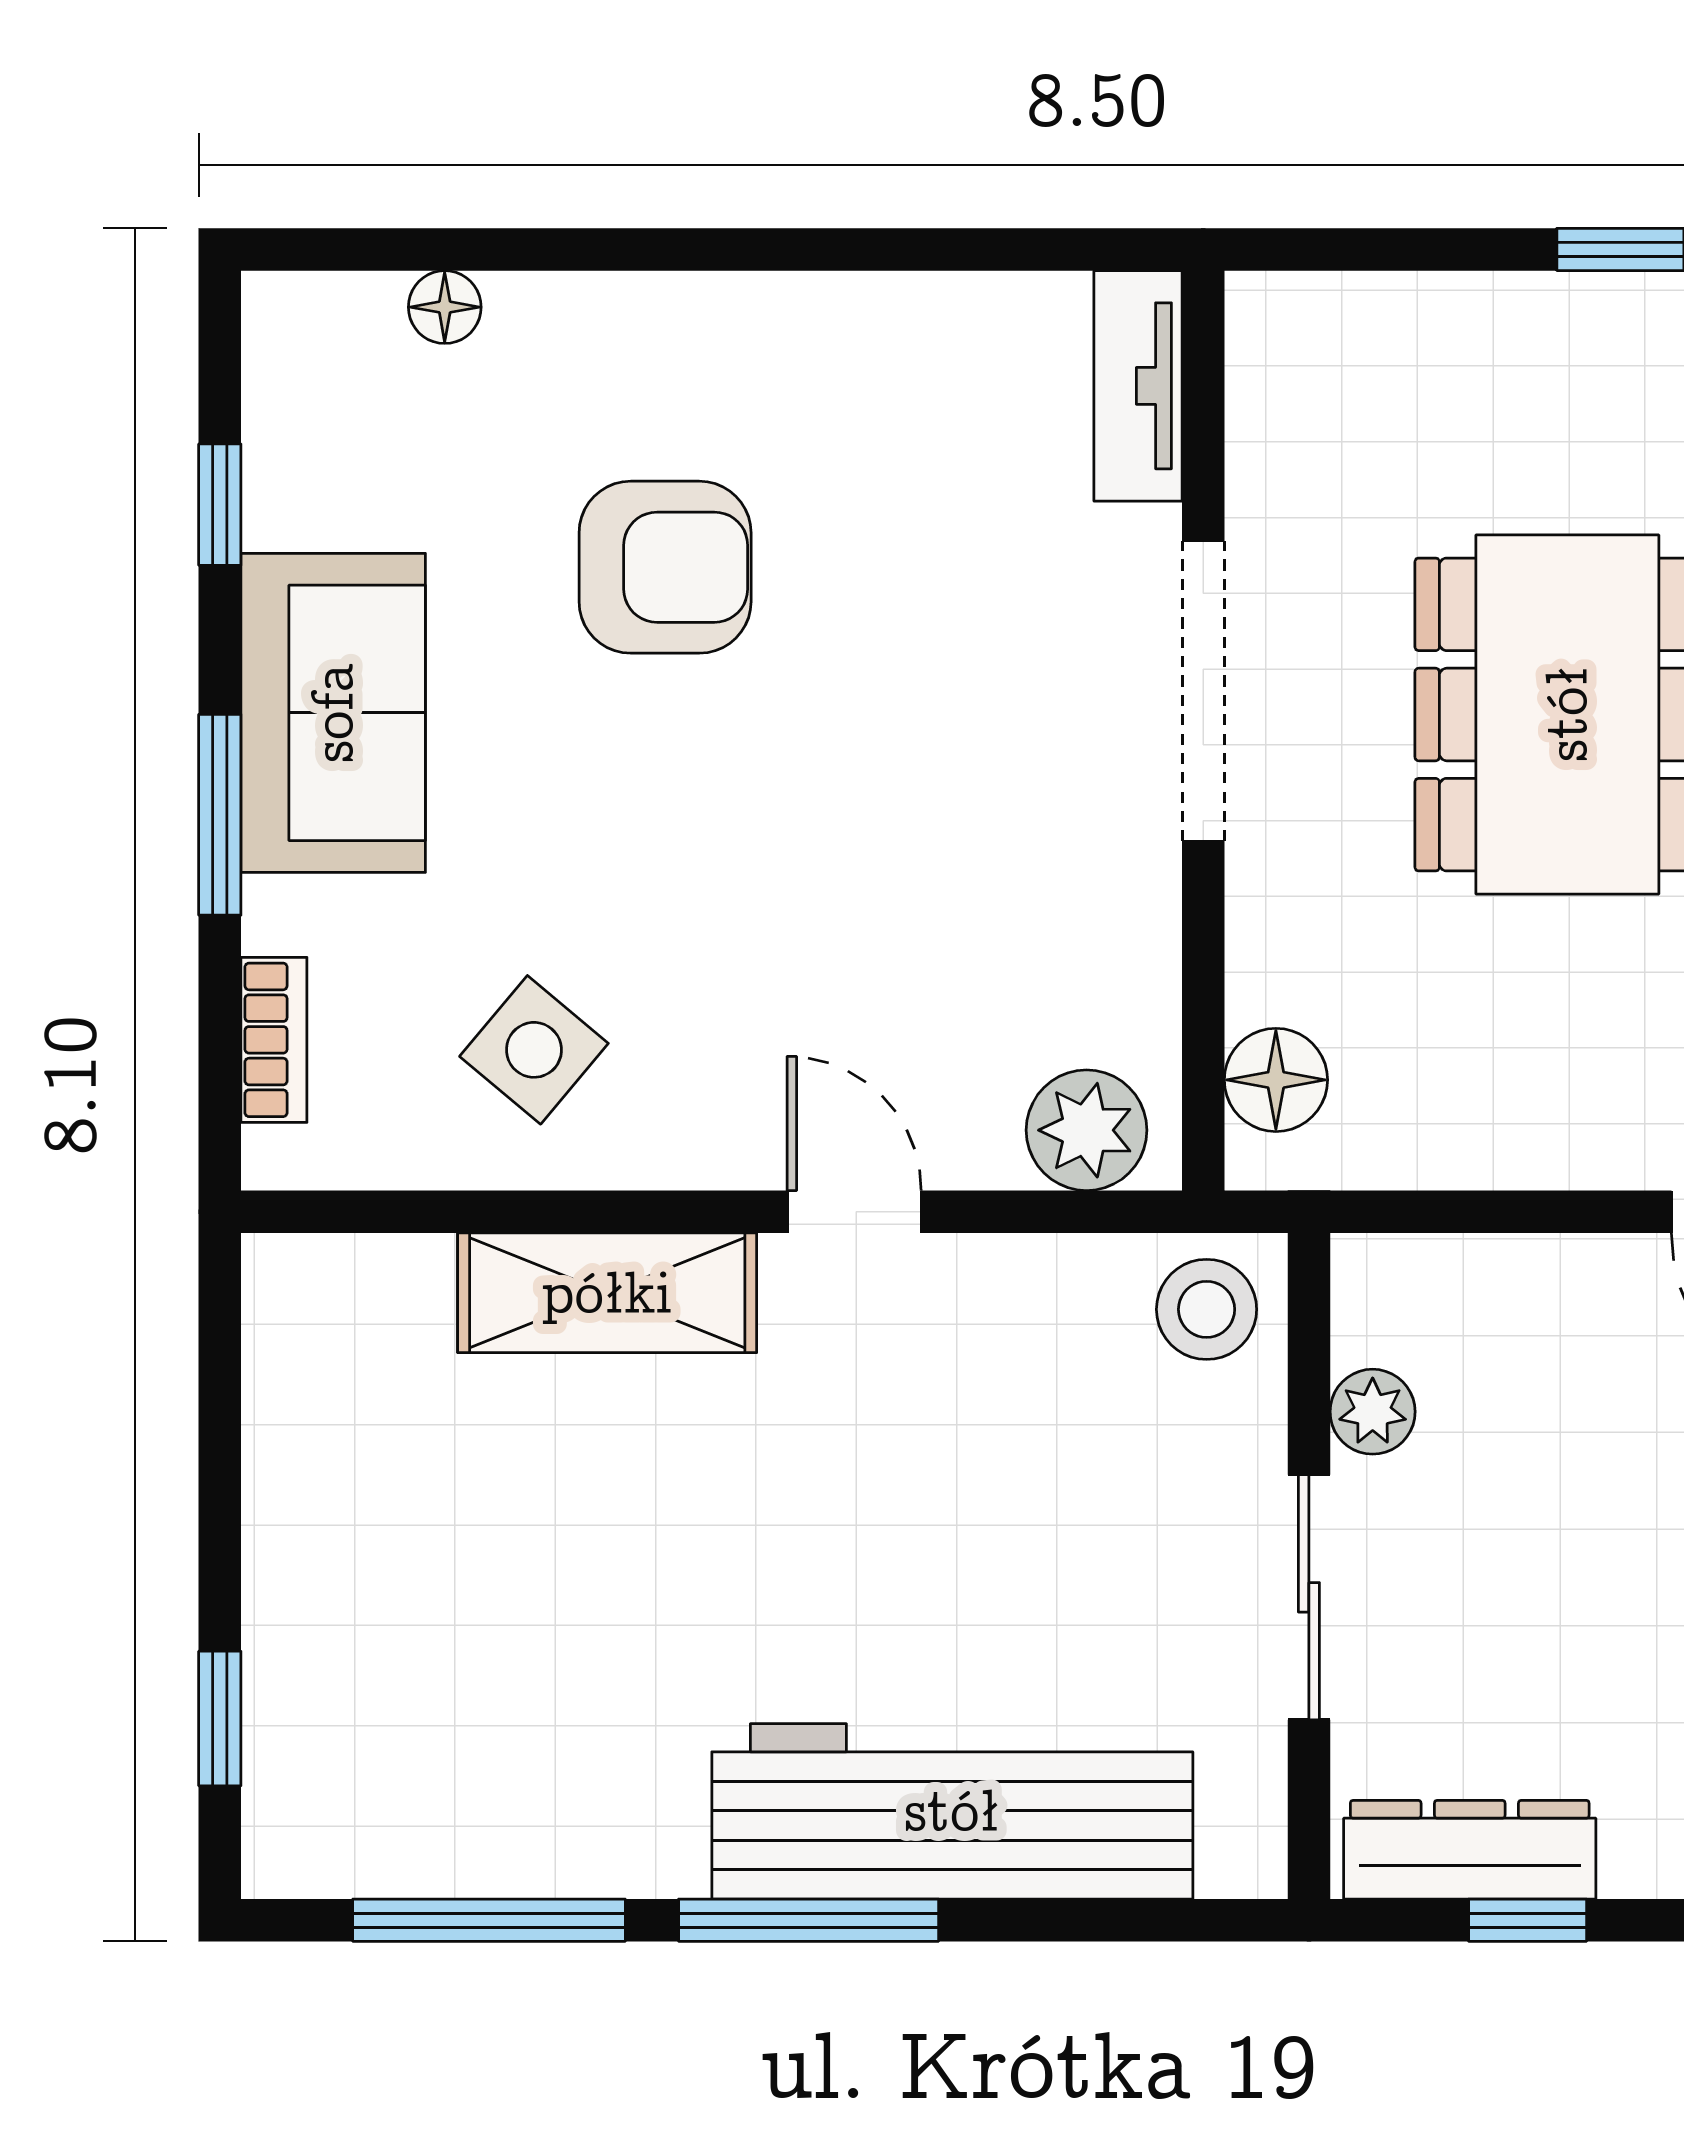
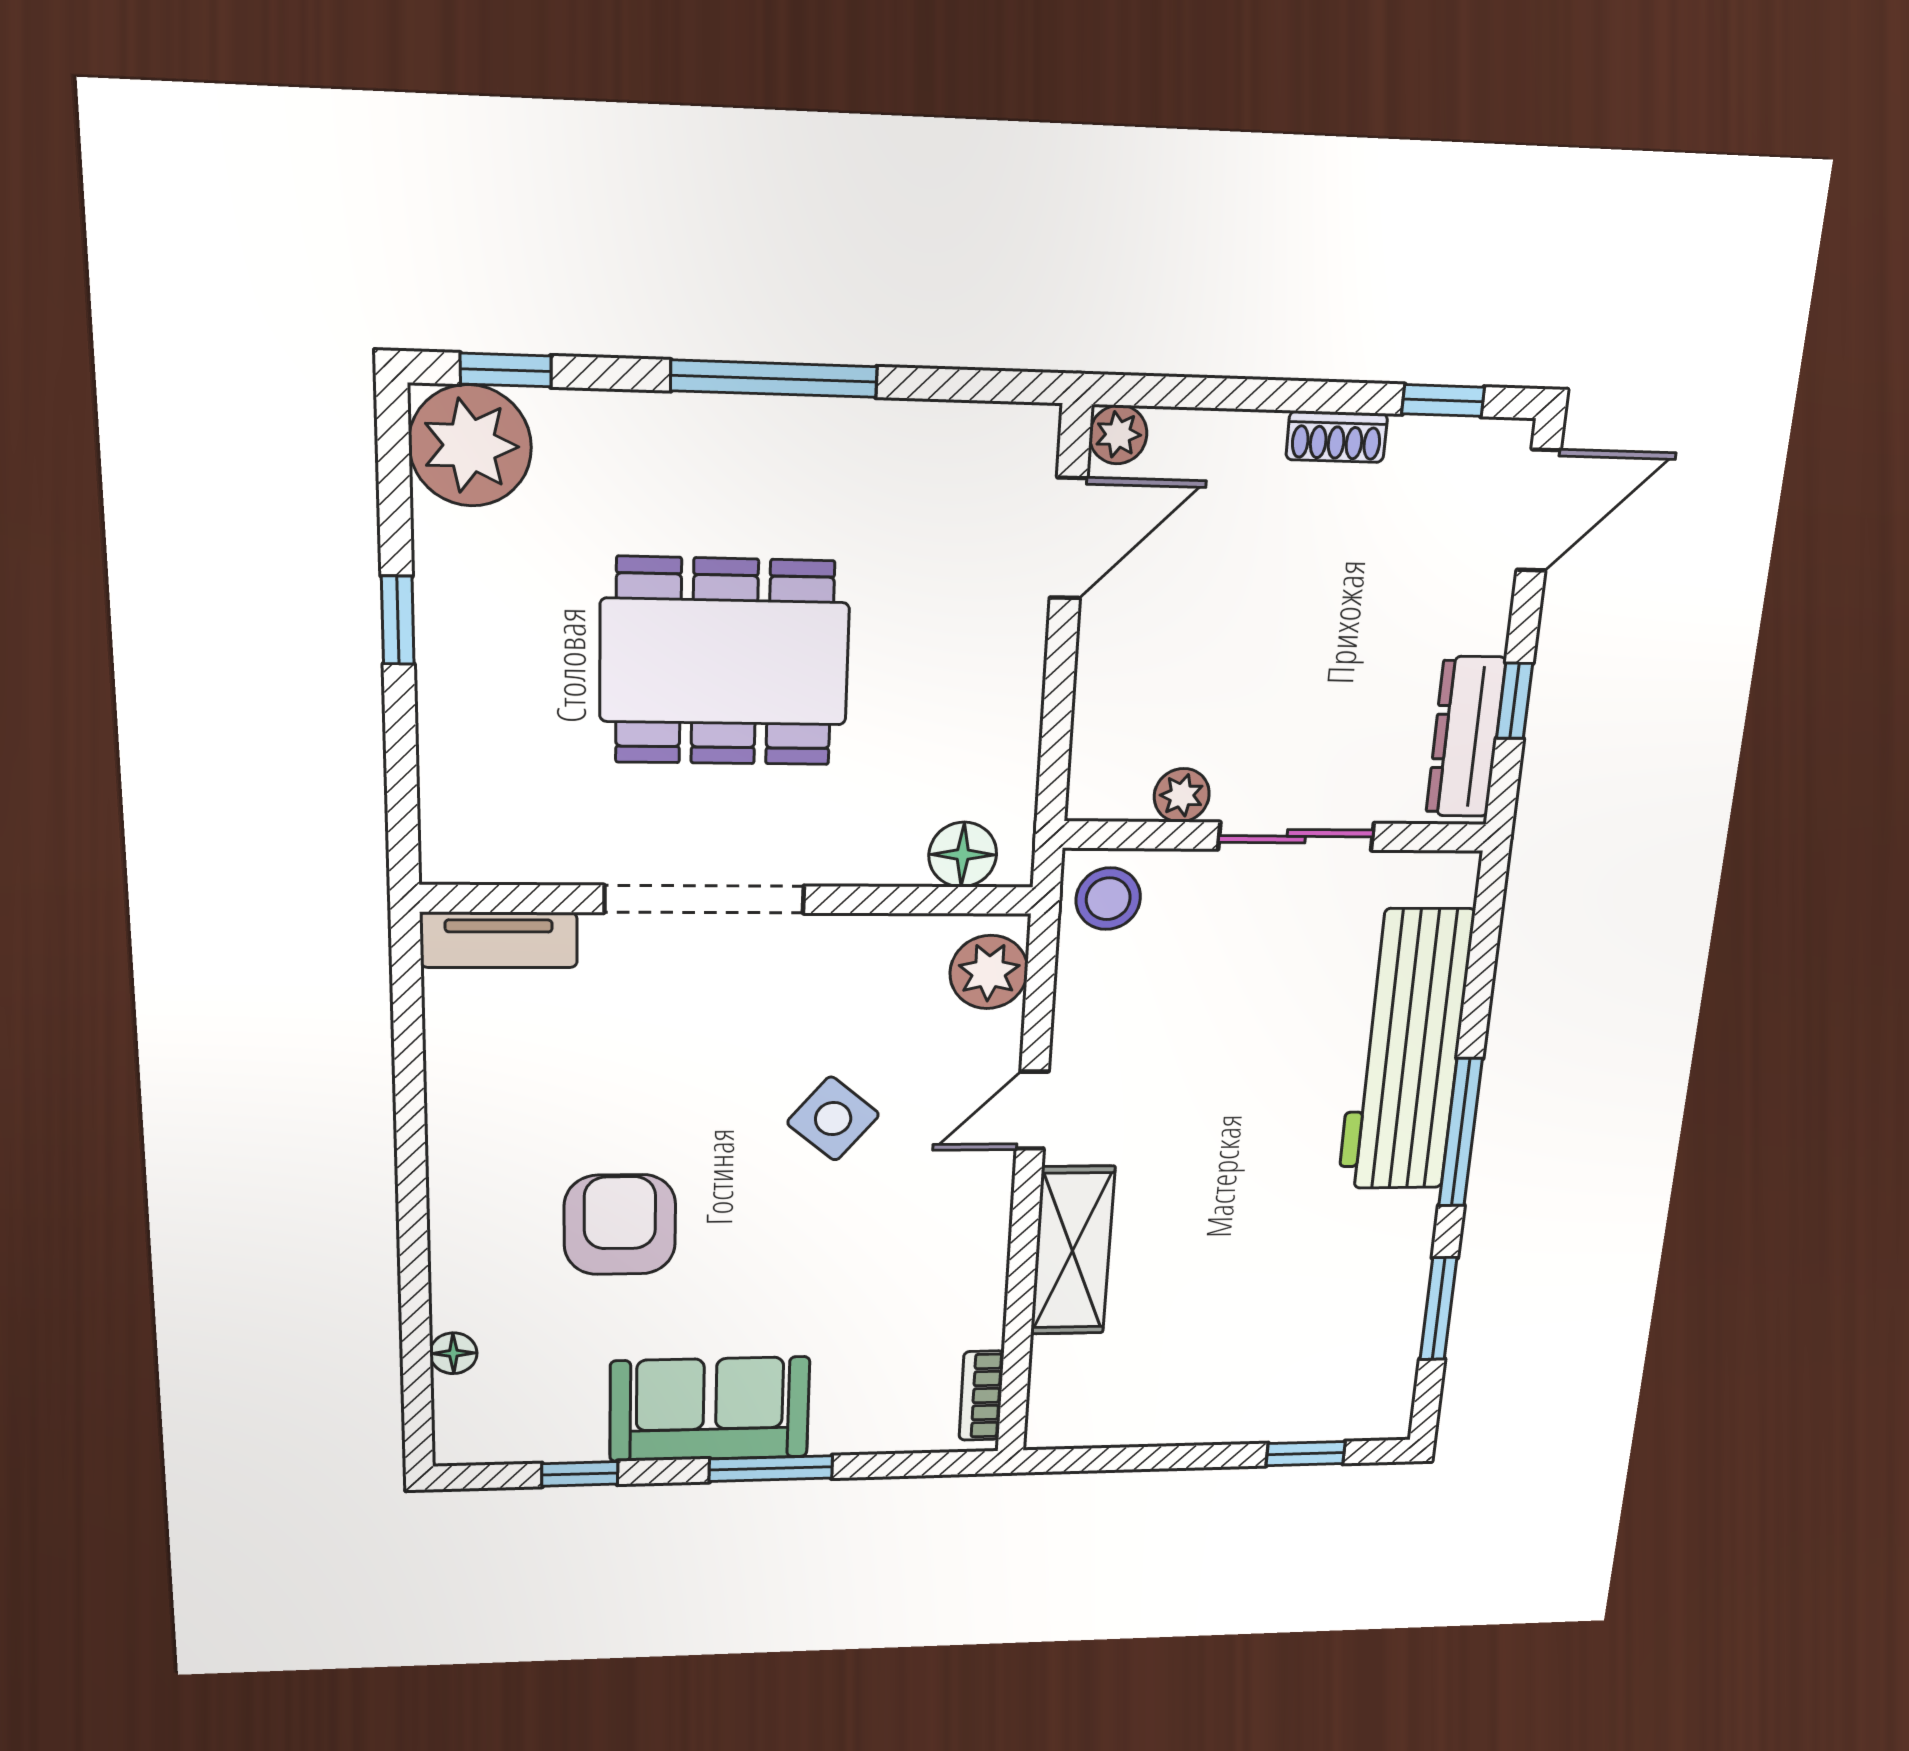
bookcase: (274, 1040) -> (981, 1396), moved, turned -90
side table: (534, 1050) -> (833, 1119), moved
window: (489, 1920) -> (1438, 1309), width x0.69

